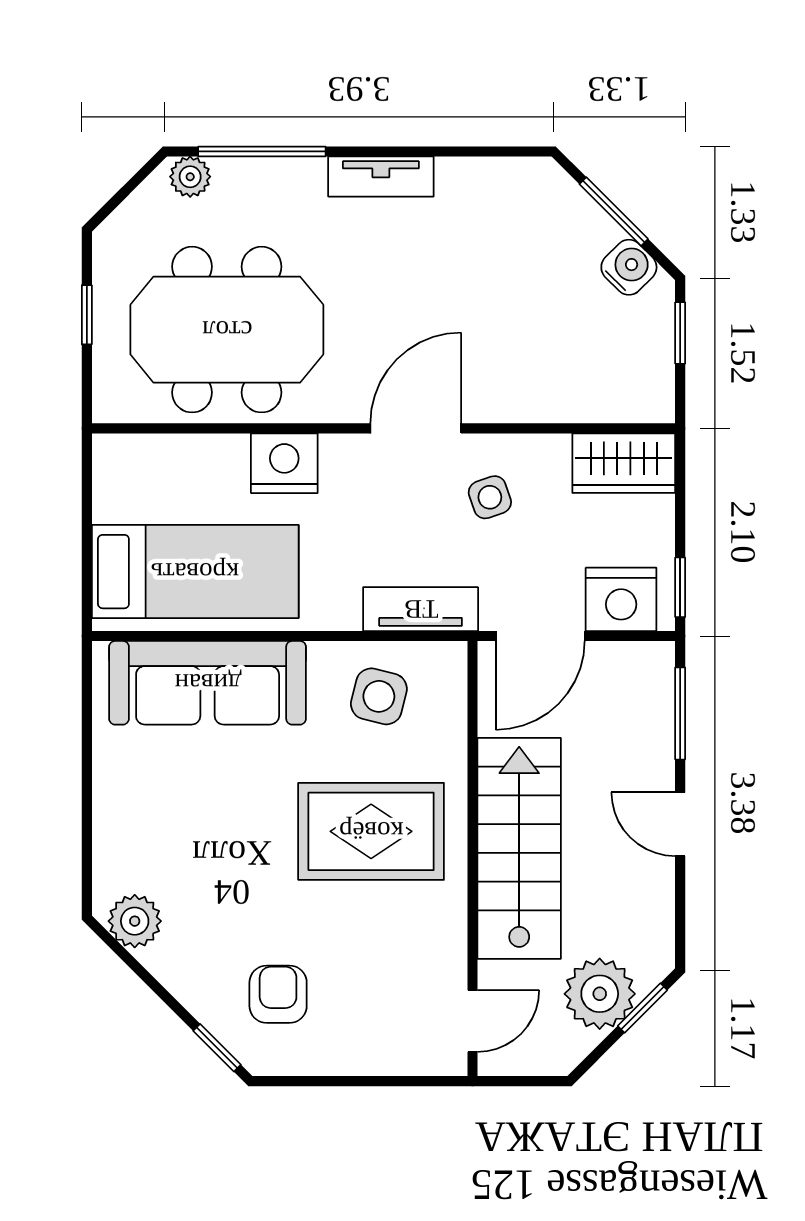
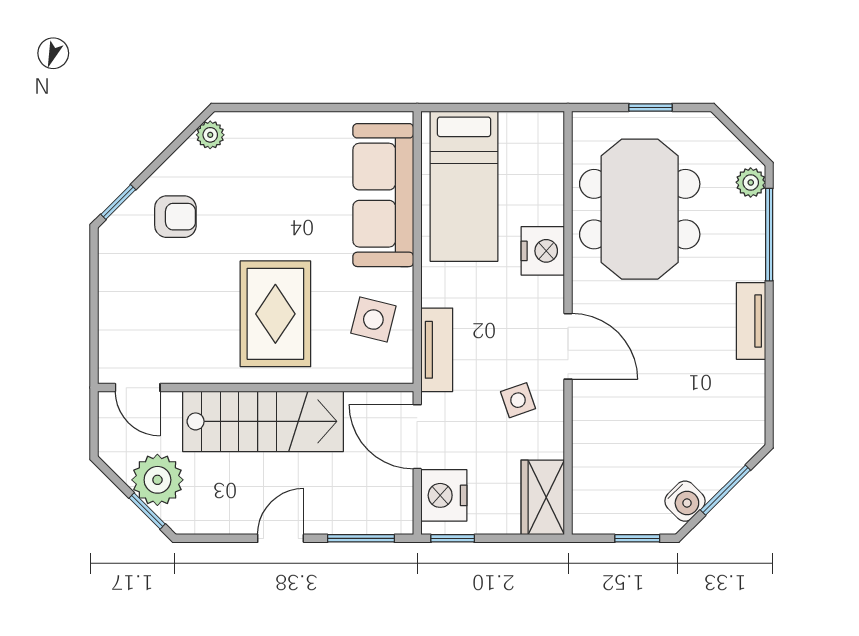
plant: (135, 921) -> (210, 135), width x0.73, depth x0.73
armchair: (278, 994) -> (175, 217), moved

